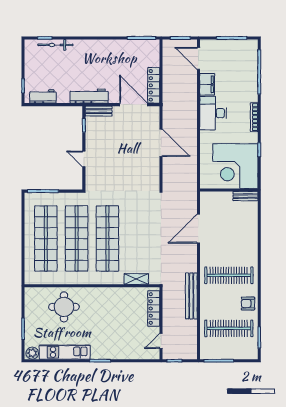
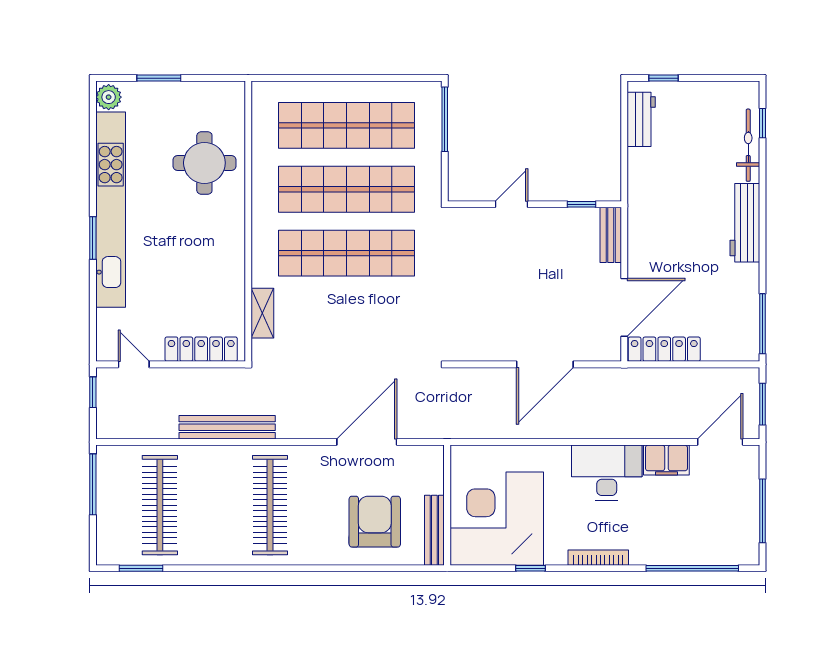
workbench: (89, 96) -> (745, 223), moved, turned 180
bench: (245, 196) -> (434, 530), width x1.36
door: (198, 229) -> (367, 442), hinge flipped
armchair: (248, 304) -> (375, 522), moved, width x1.88, depth x1.88
kitchen unit: (65, 352) -> (111, 210), width x1.86

